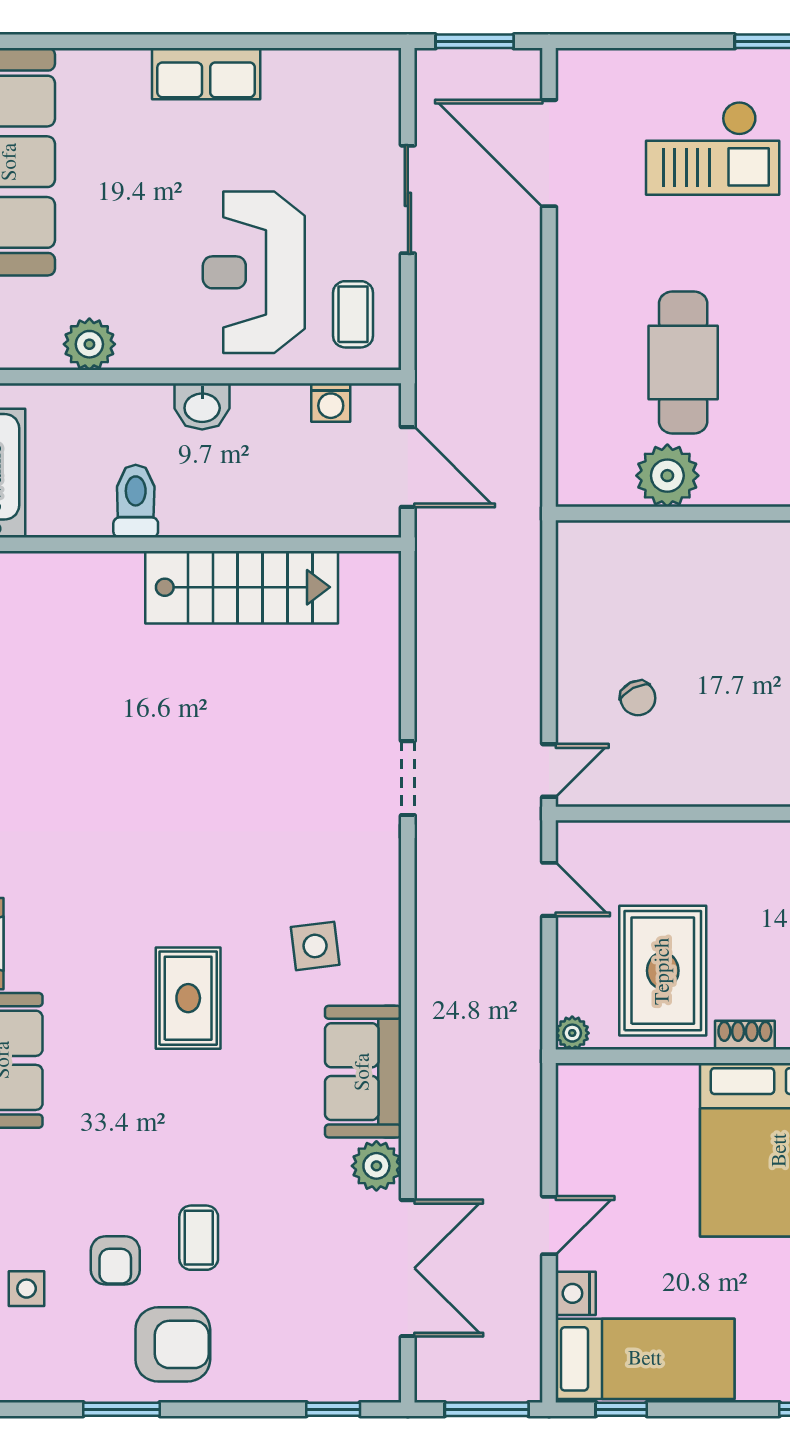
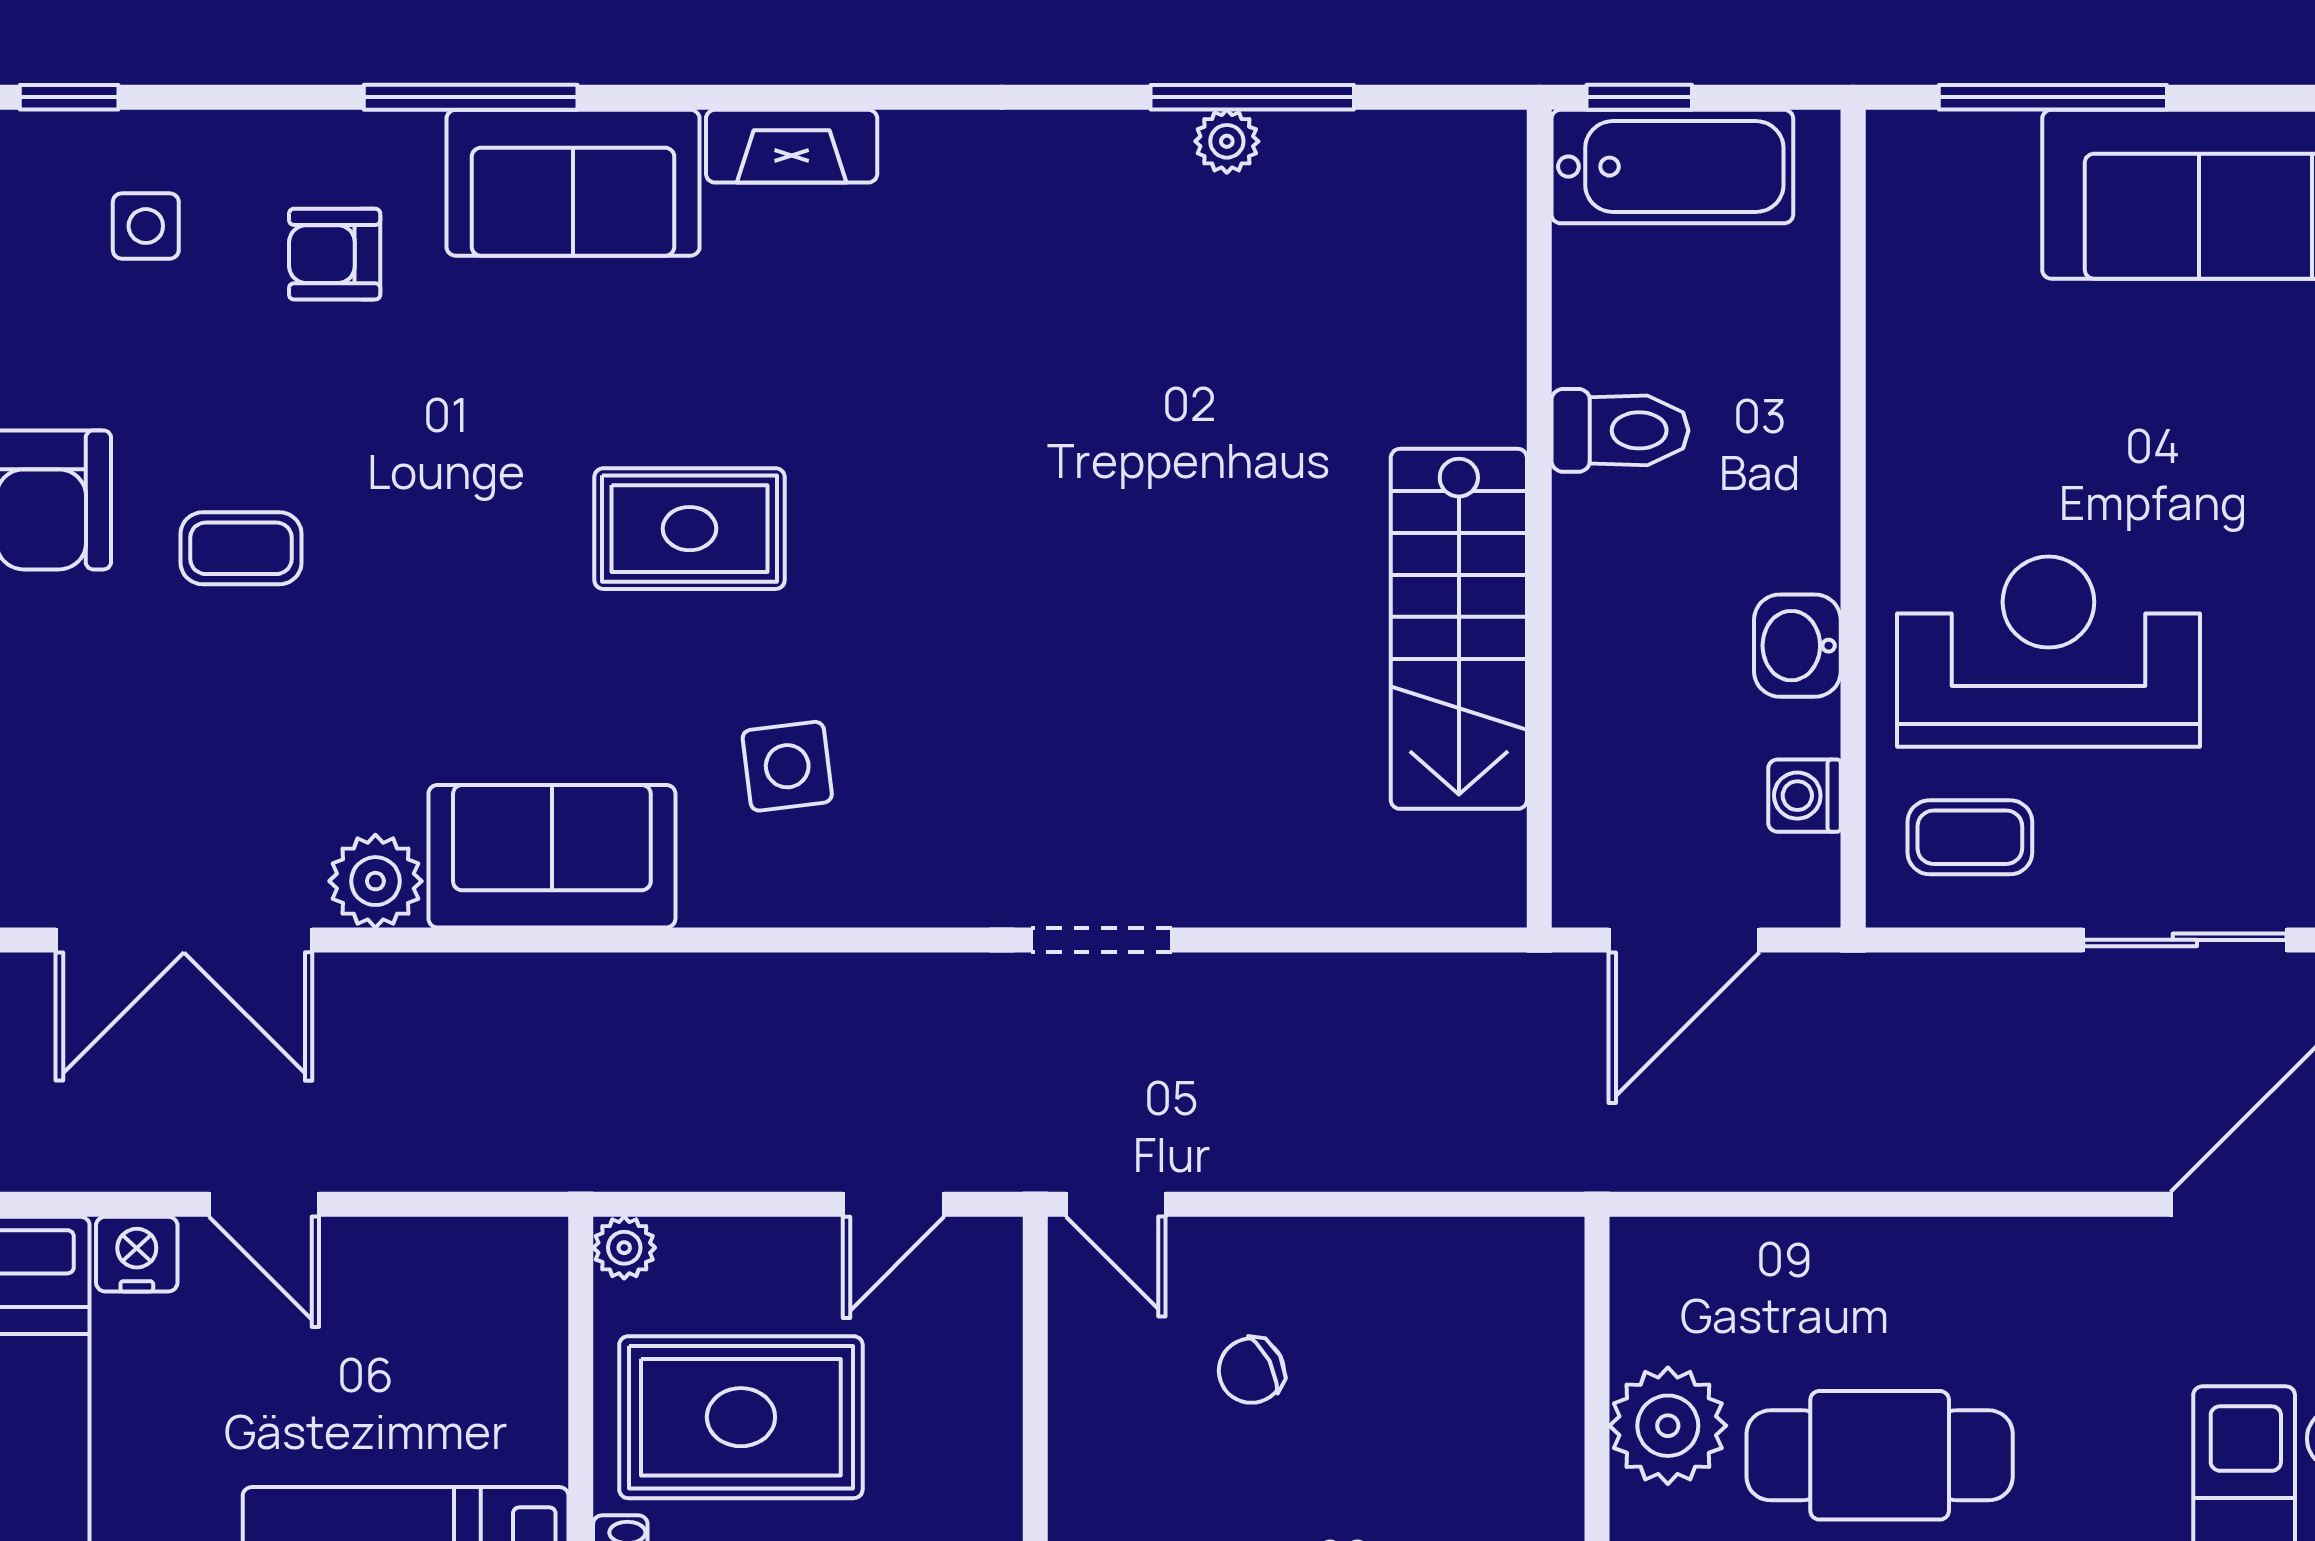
plant: (89, 344) -> (1914, 344), removed
washbasin: (202, 406) -> (1797, 646), moved
armchair: (115, 1260) -> (335, 254), moved

